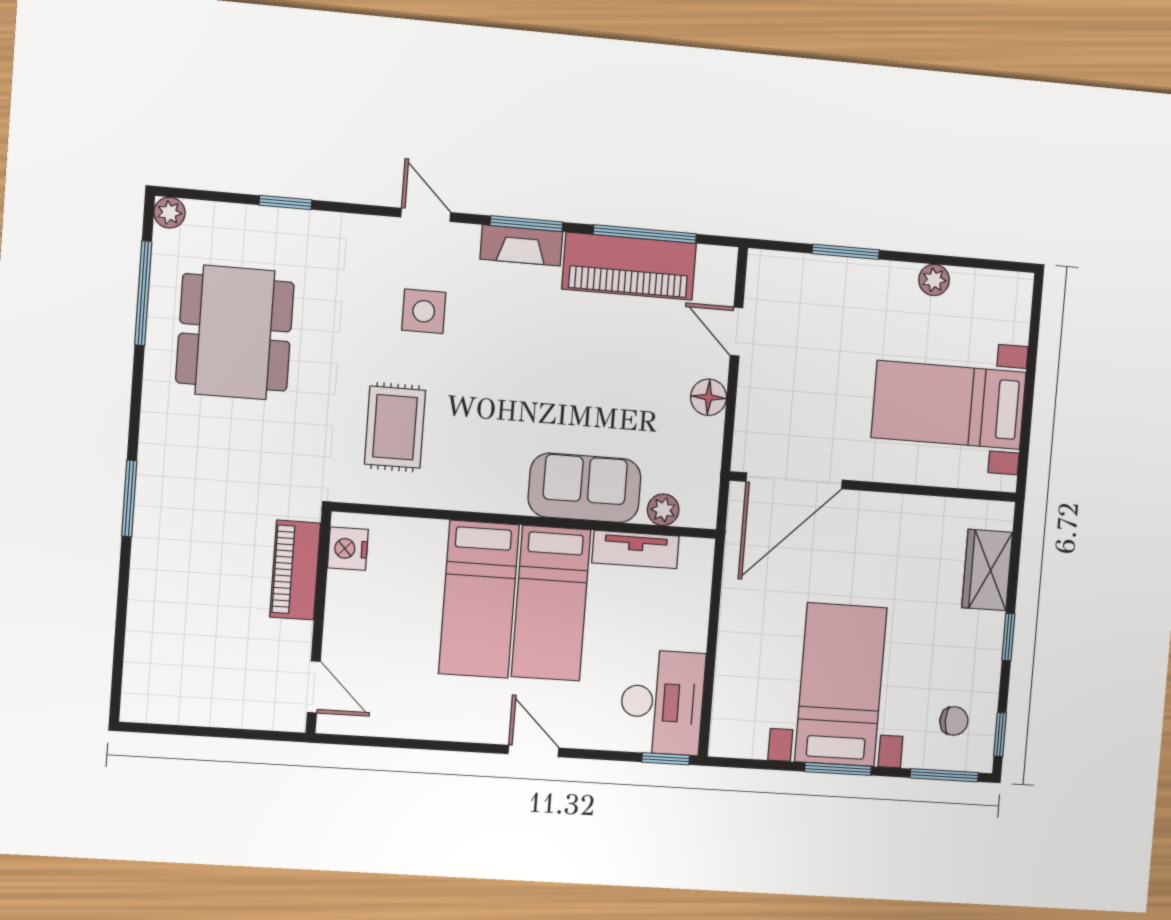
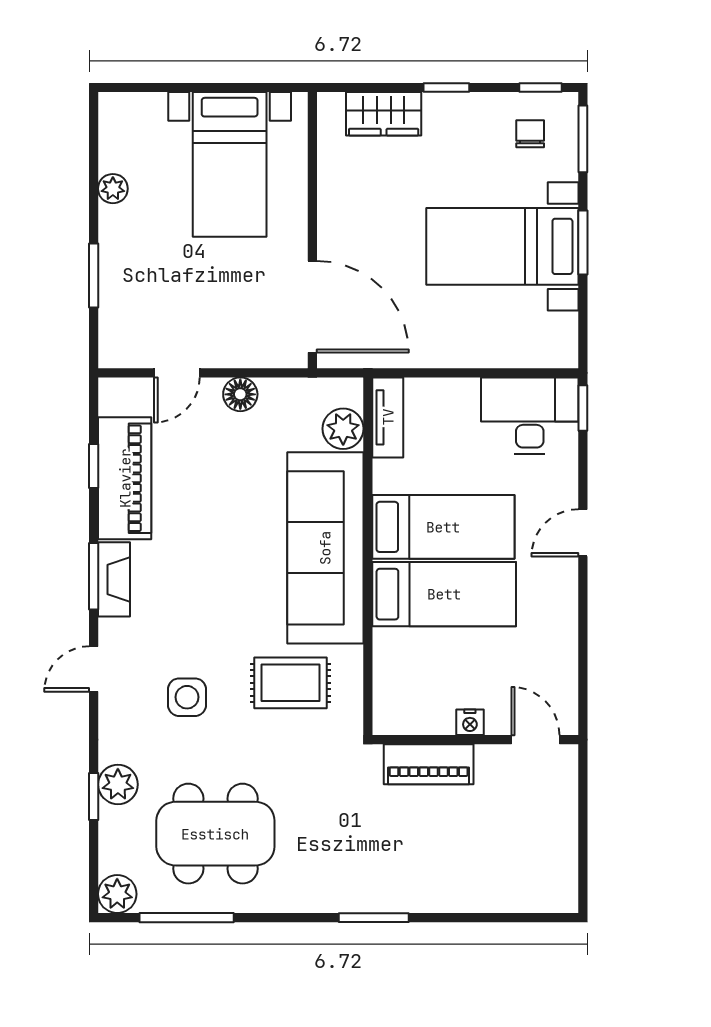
plant: (169, 213) -> (117, 894), width x1.38, depth x1.38
plant: (297, 230) -> (118, 784), added
window: (645, 234) -> (94, 466), width x0.46
side table: (424, 311) -> (187, 697), moved
sofa: (585, 488) -> (325, 548), width x1.85, depth x1.27
plant: (663, 510) -> (343, 429), width x1.38, depth x1.38
nightstand: (348, 549) -> (470, 722), moved, width x0.72, depth x0.74
tv unit: (636, 550) -> (388, 417), moved
door: (314, 687) -> (535, 740), hinge flipped

